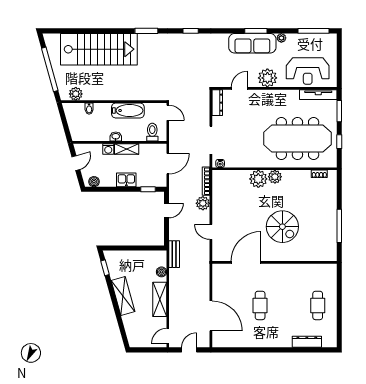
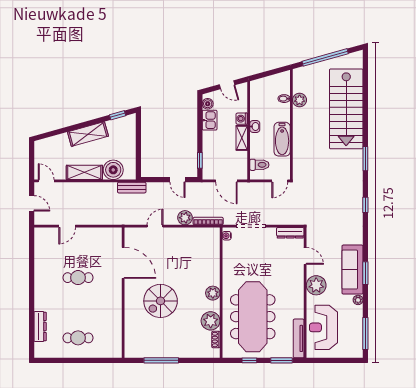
plant: (76, 94) -> (300, 100), moved
plant: (258, 179) -> (211, 321), moved
kitchen sink: (126, 180) -> (210, 120), moved
boiler: (161, 272) -> (113, 170), width x1.86, depth x1.86
door: (211, 316) -> (67, 226), width x0.53

